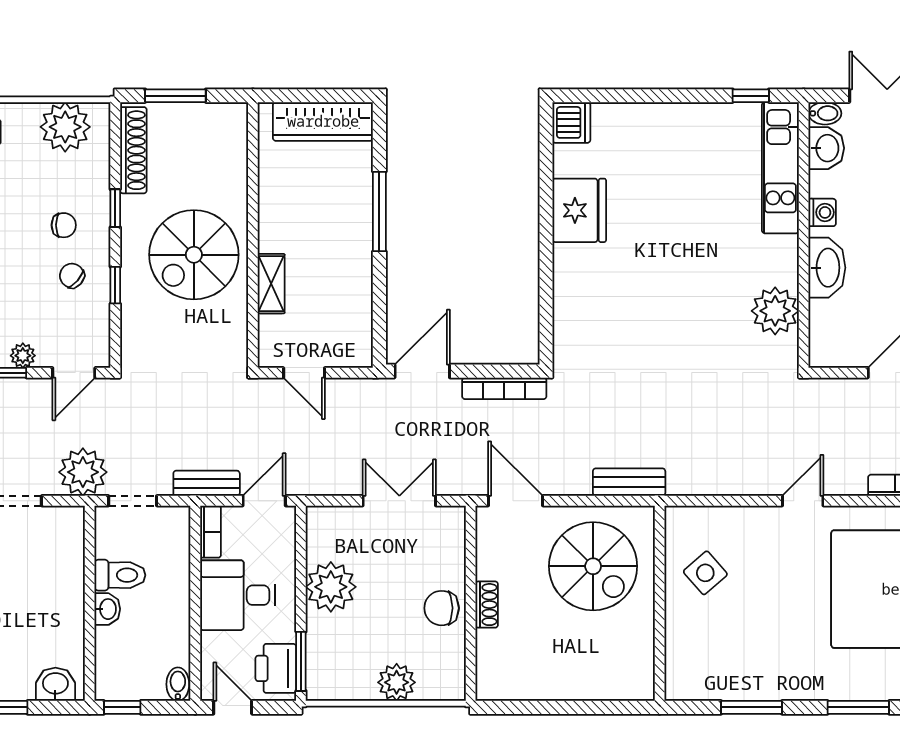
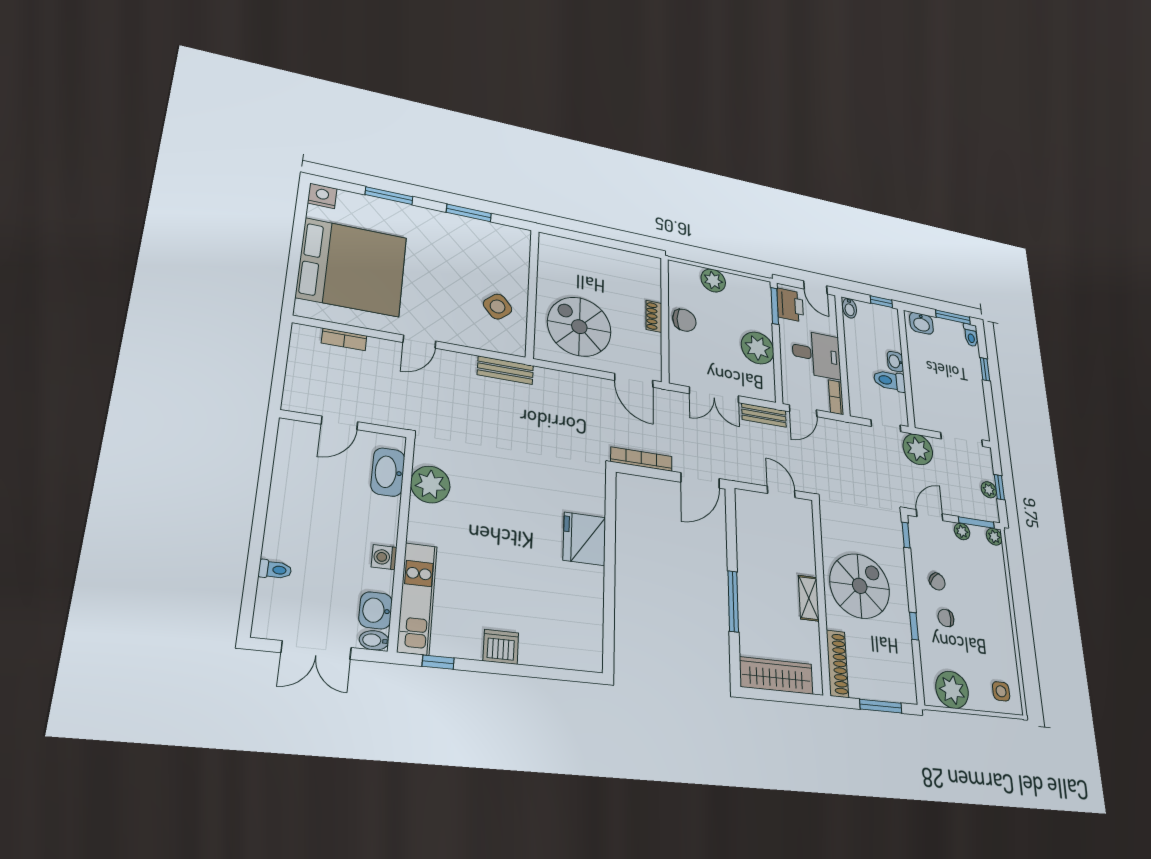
dishwasher: (571, 122) -> (501, 647), moved, turned 90
shoe rack: (133, 150) -> (837, 664), moved, turned 180
fridge: (579, 210) -> (584, 539), moved
washbasin: (827, 268) -> (388, 472), moved
shelving: (271, 284) -> (809, 598), moved
window: (115, 285) -> (906, 535), moved
bench: (629, 482) -> (505, 370), moved
bench: (207, 483) -> (764, 415), moved

